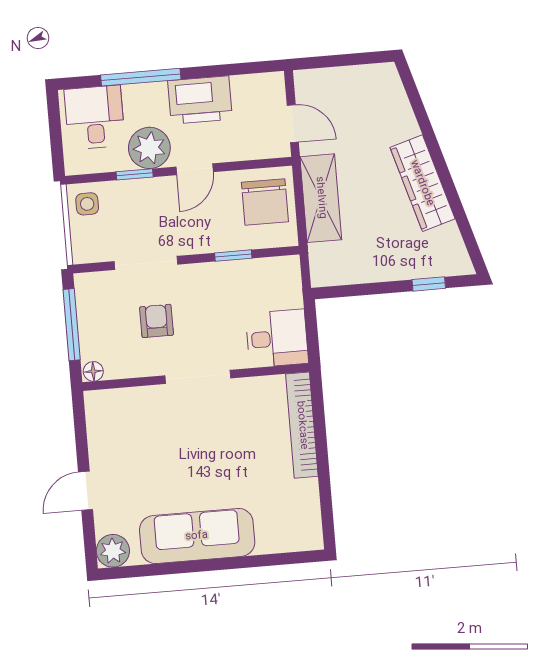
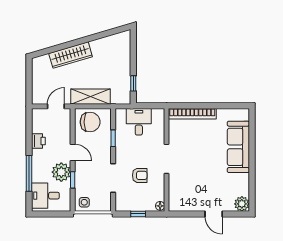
printer: (200, 100) -> (38, 141), width x0.53, depth x0.68
wardrobe: (422, 183) -> (71, 55), moved
window: (429, 284) -> (133, 83), moved
armchair: (156, 321) -> (140, 175), turned 180
window: (72, 325) -> (138, 214), width x0.46
desk: (277, 338) -> (139, 122), moved
sofa: (197, 536) -> (238, 147), moved

